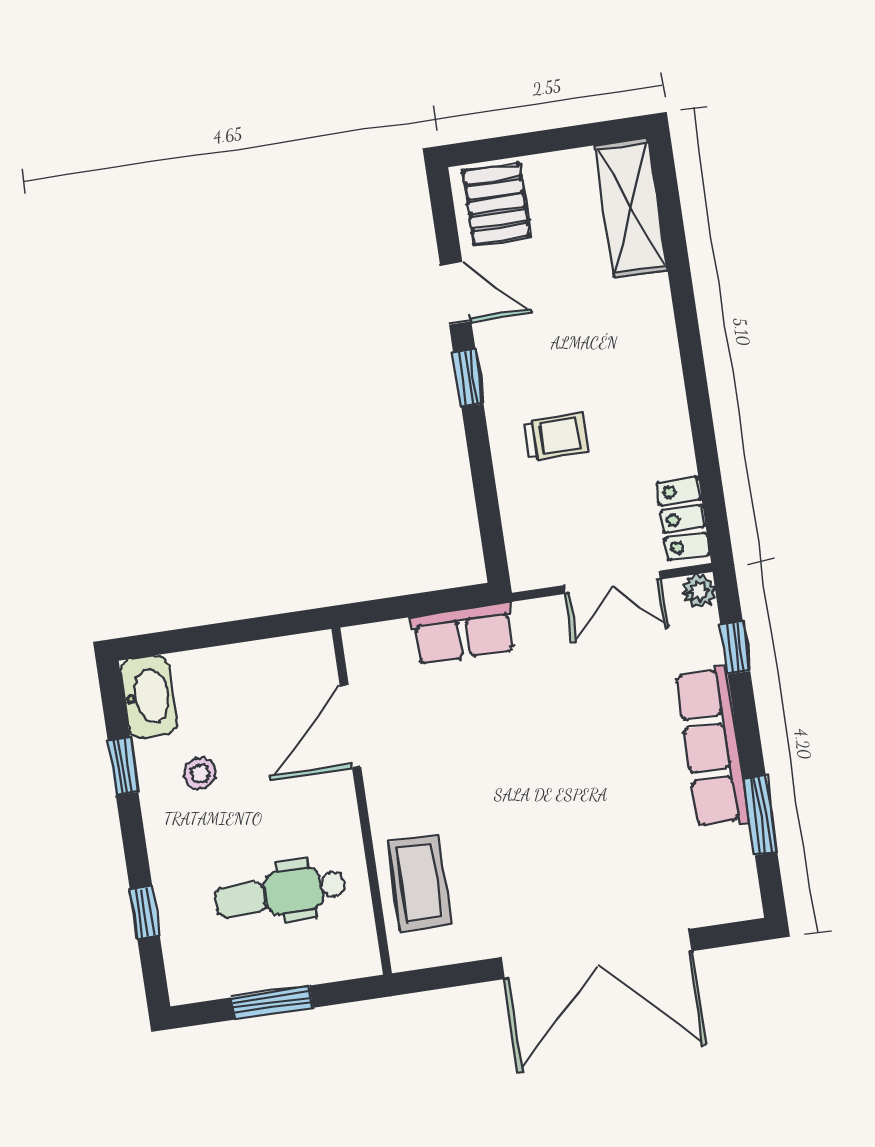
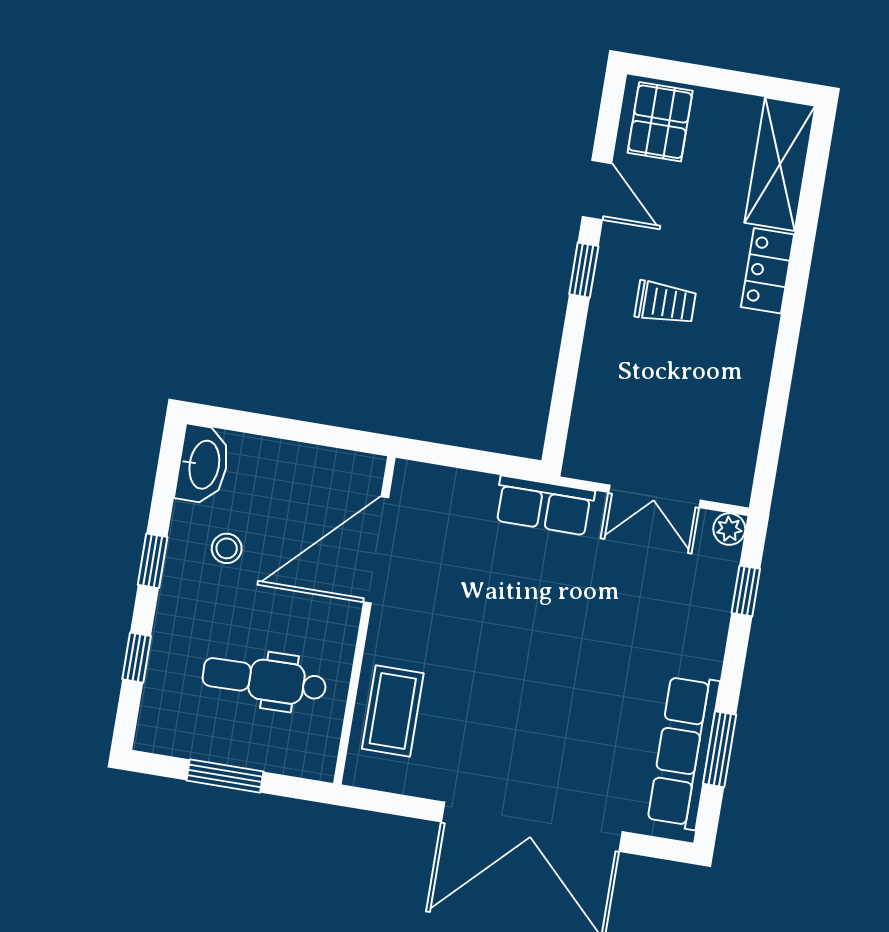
trolley: (556, 437) -> (665, 303), moved
locker: (683, 519) -> (768, 271), moved
row of seats: (463, 634) -> (544, 506), moved
door: (350, 726) -> (376, 550), width x1.36
row of seats: (713, 747) -> (684, 752), moved
window: (123, 766) -> (153, 561), moved

